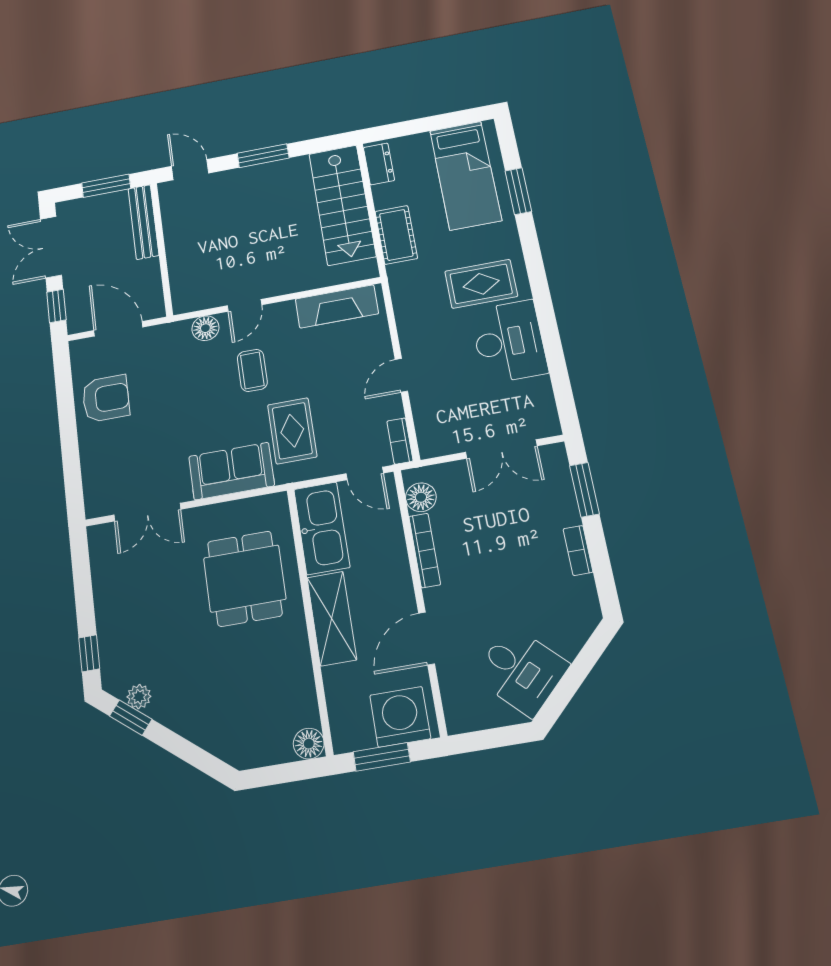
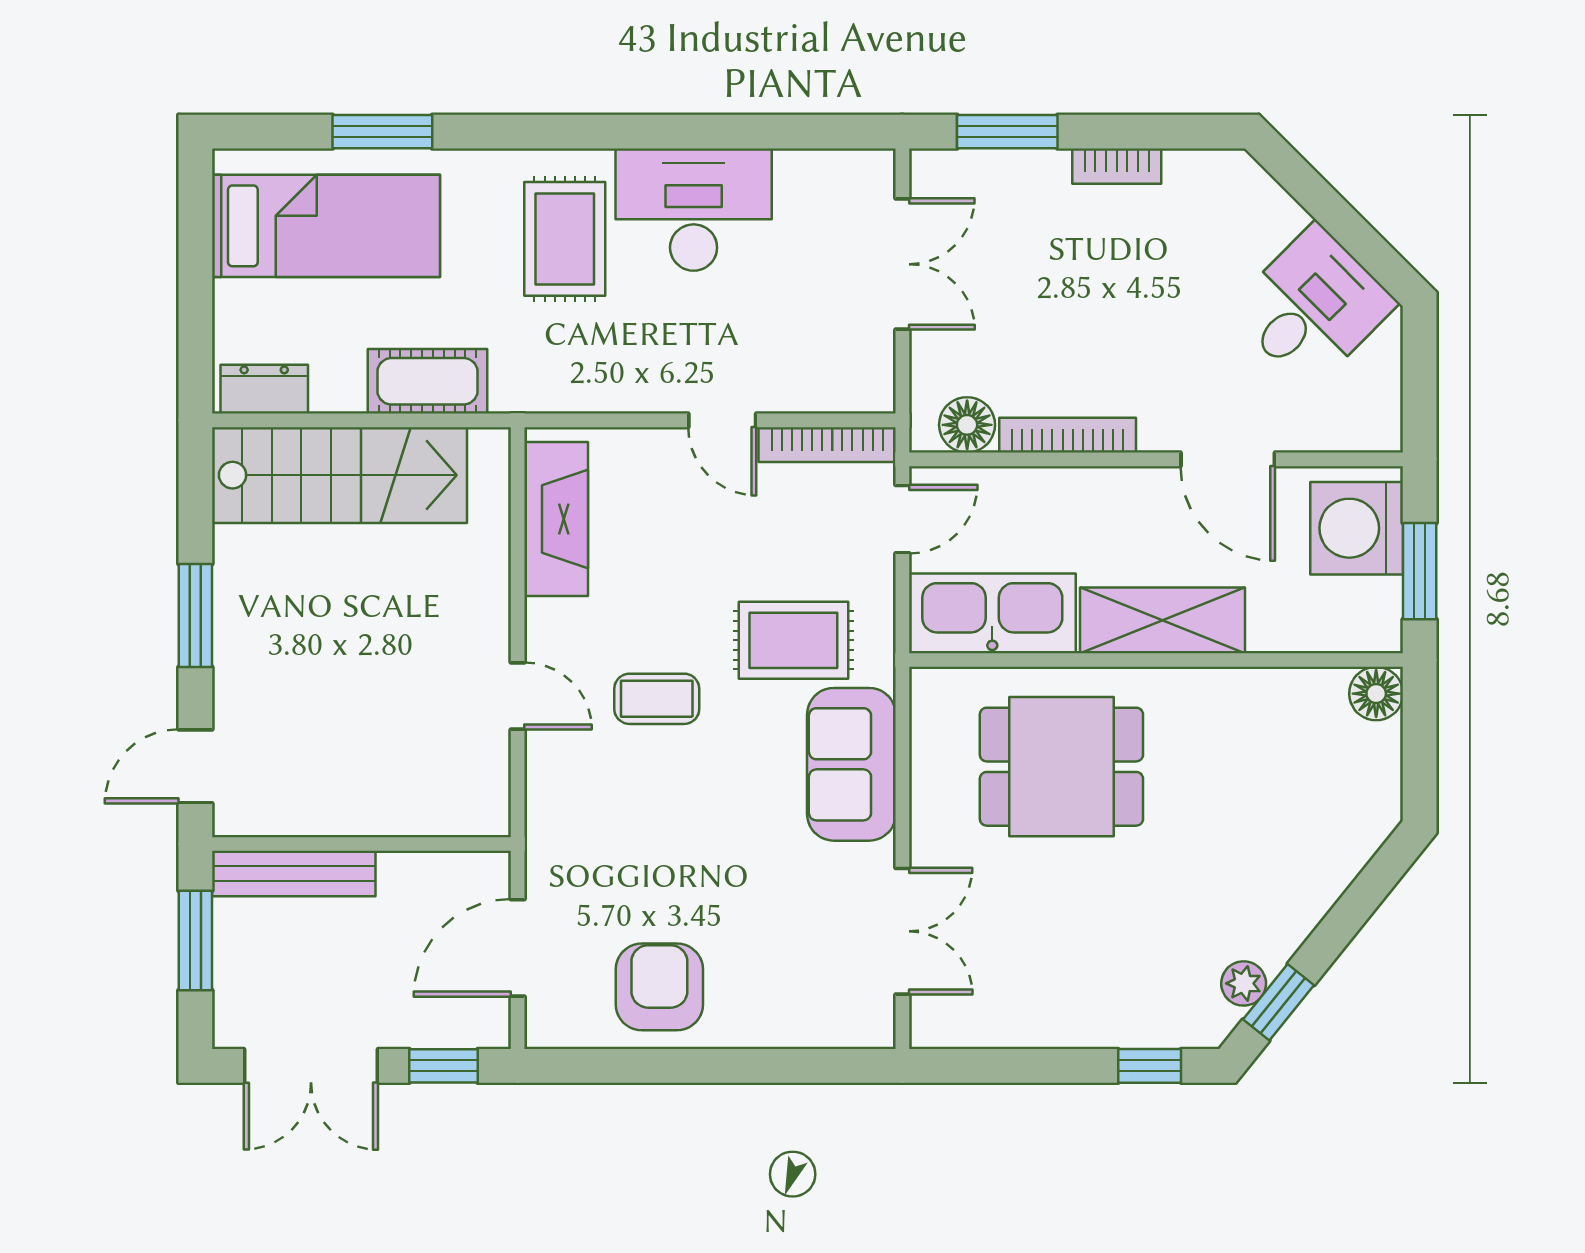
floor lamp: (205, 328) -> (551, 778), removed
bookcase: (400, 441) -> (827, 445), width x1.56

